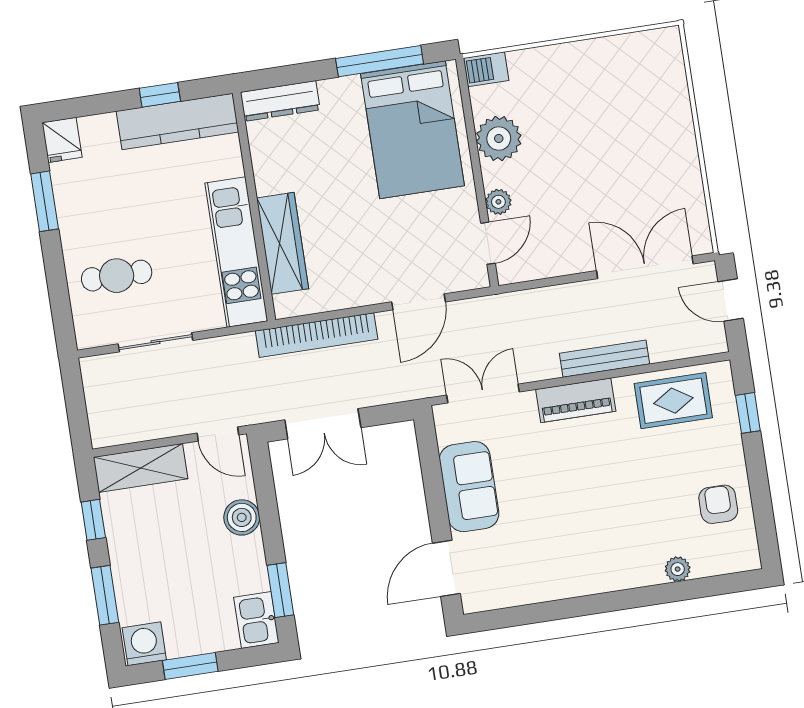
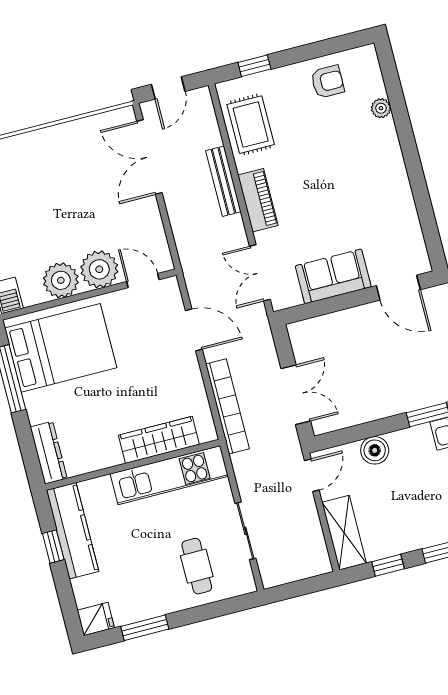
plant: (498, 202) -> (99, 269), width x1.88, depth x1.88
armchair: (718, 504) -> (328, 82), turned 180

